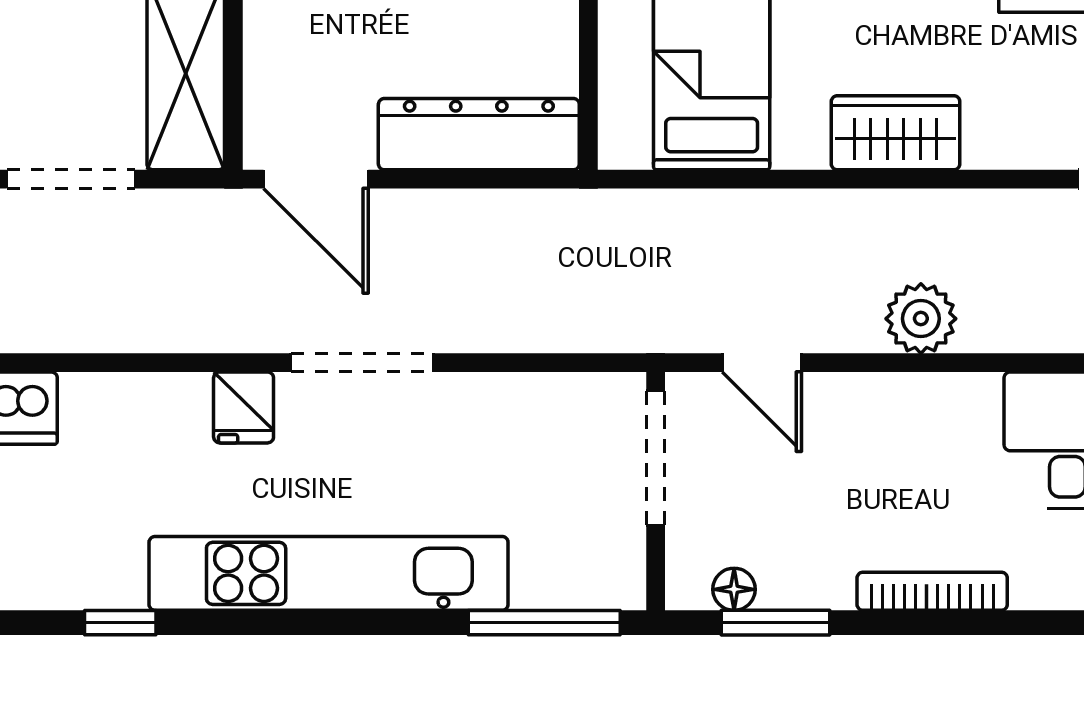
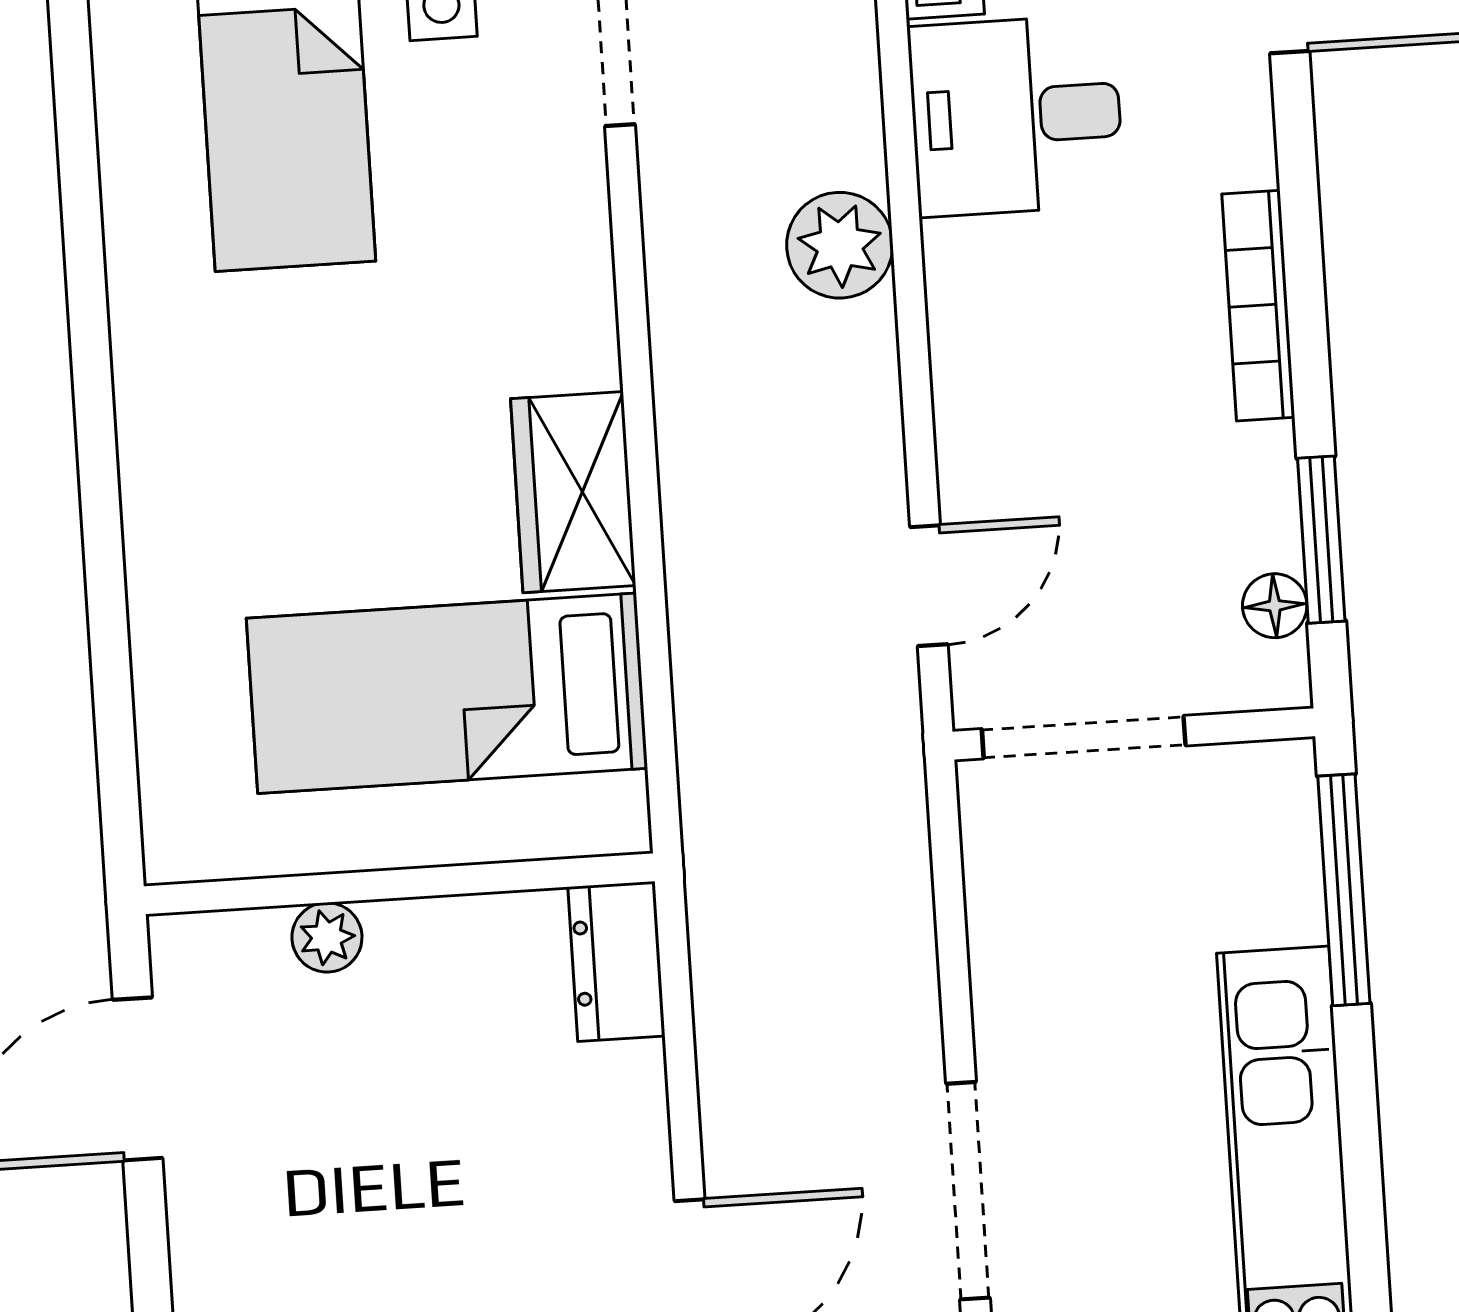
wardrobe: (896, 133) -> (573, 492), moved
dresser: (479, 134) -> (616, 961), width x0.51, depth x0.80
plant: (921, 319) -> (840, 245), moved

